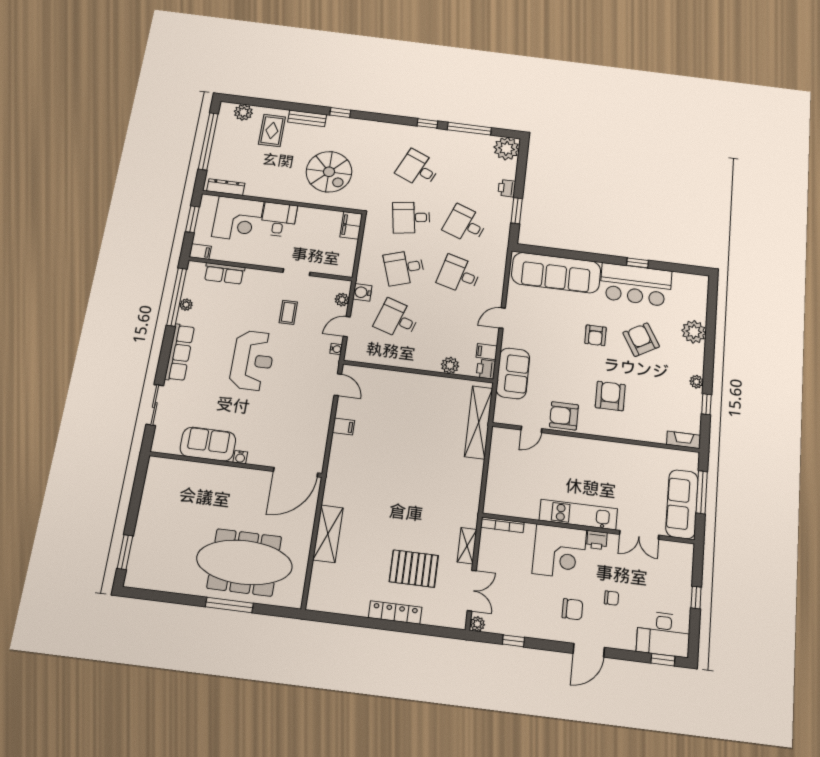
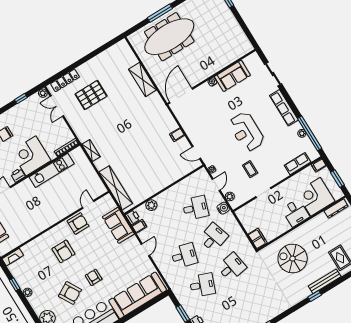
bench: (307, 118) -> (325, 281), width x1.36
desk: (418, 169) -> (250, 296), removed
kitchen unit: (578, 515) -> (52, 170), moved
shelving: (467, 546) -> (91, 151), moved
locker: (395, 612) -> (65, 80), moved

